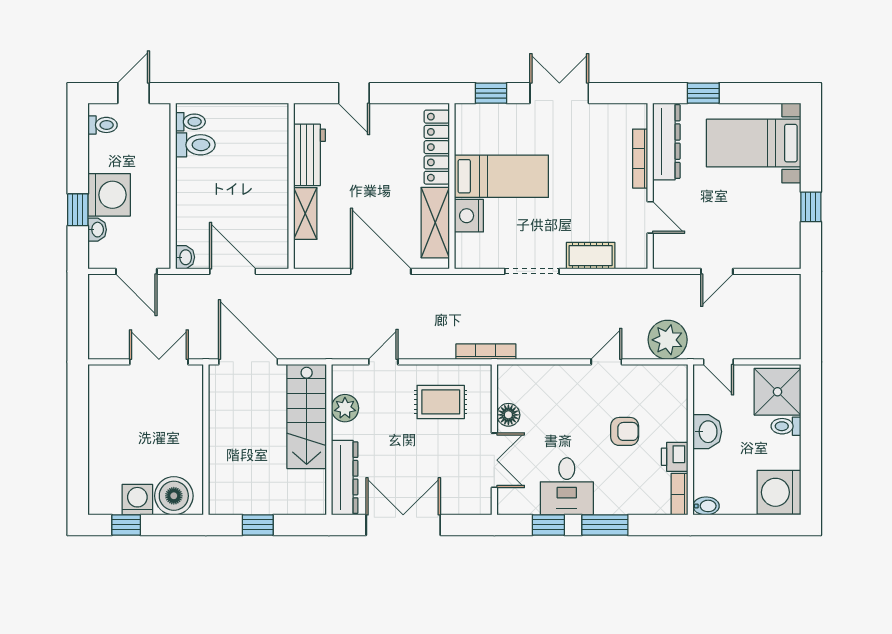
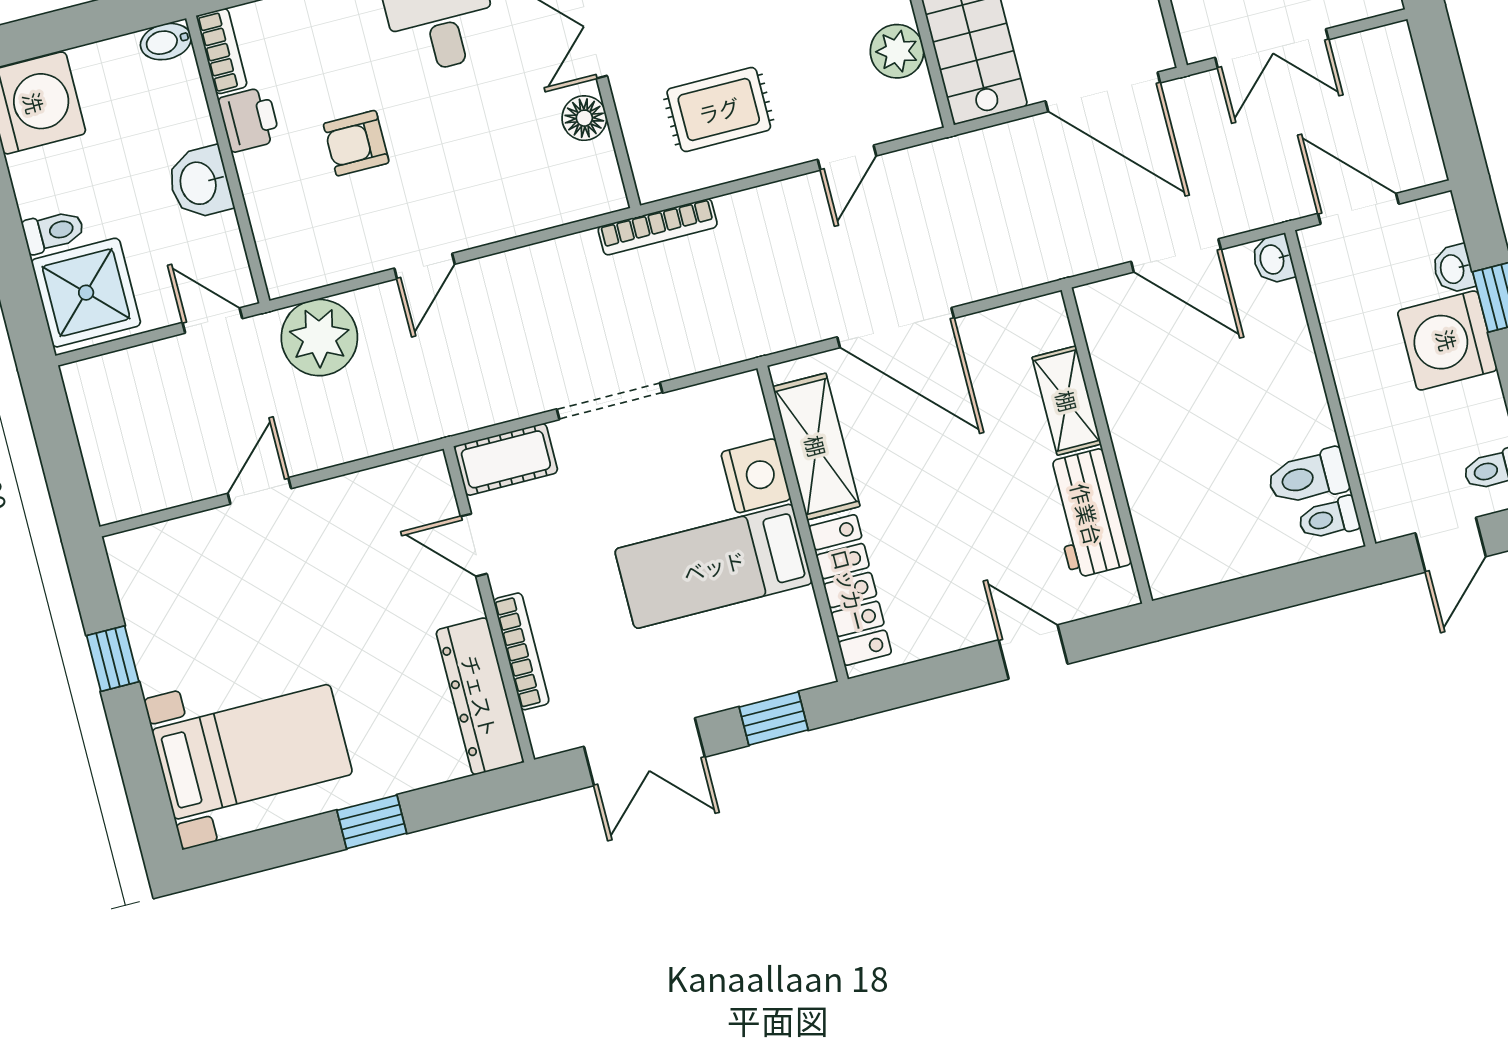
dresser: (666, 142) -> (480, 696), moved
bookcase: (640, 159) -> (521, 651), moved
wall: (650, 186) -> (489, 604), moved
door: (650, 217) -> (474, 545), moved

